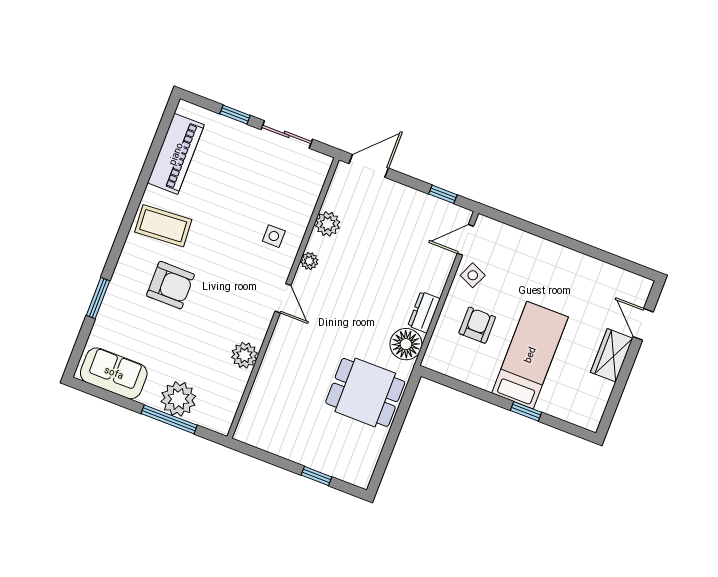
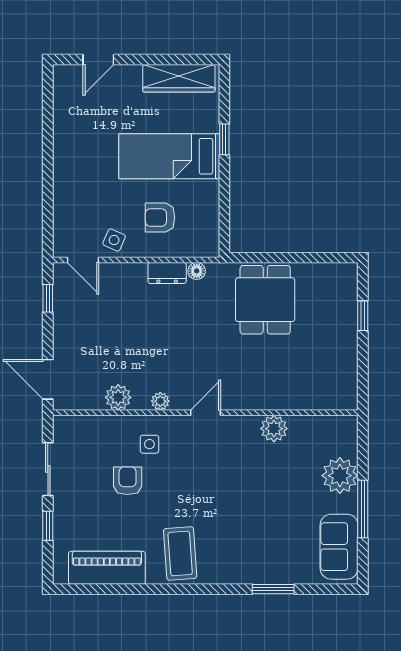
armchair: (170, 285) -> (128, 481), moved, width x0.72, depth x0.72
floor lamp: (406, 344) -> (197, 271), width x0.53, depth x0.53
wardrobe: (612, 355) -> (179, 78), moved, width x1.50
window: (169, 419) -> (363, 509), moved

